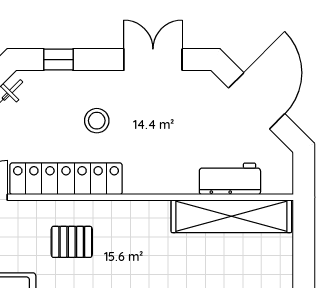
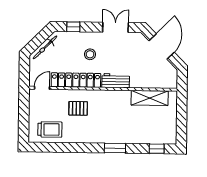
workbench: (230, 179) -> (116, 81), moved
shelving: (231, 216) -> (150, 98), width x0.68

